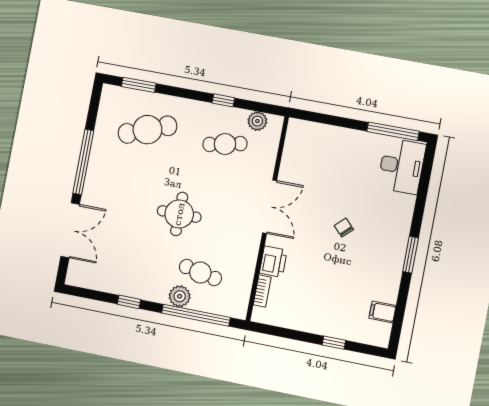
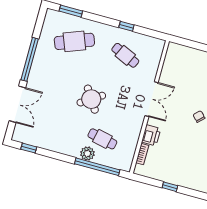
plant: (257, 121) -> (148, 42), removed
cafe table: (225, 144) -> (125, 55), turned 36
round table: (179, 214) -> (91, 99), turned -33
window: (129, 302) -> (29, 148), moved
window: (334, 343) -> (170, 187), moved

